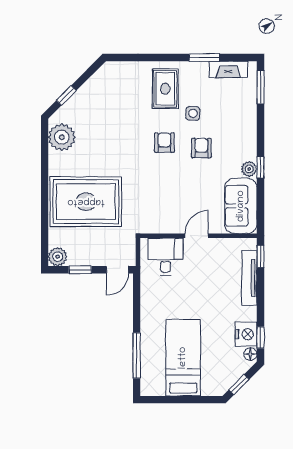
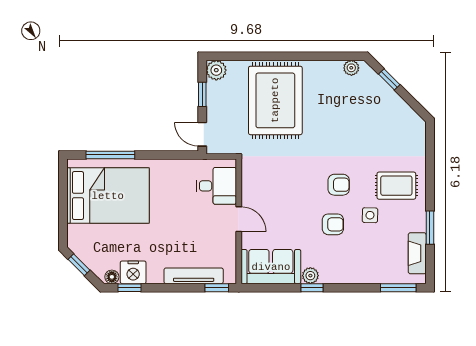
plant: (62, 137) -> (351, 68), width x0.53, depth x0.53
bed: (183, 358) -> (108, 196), width x1.50

